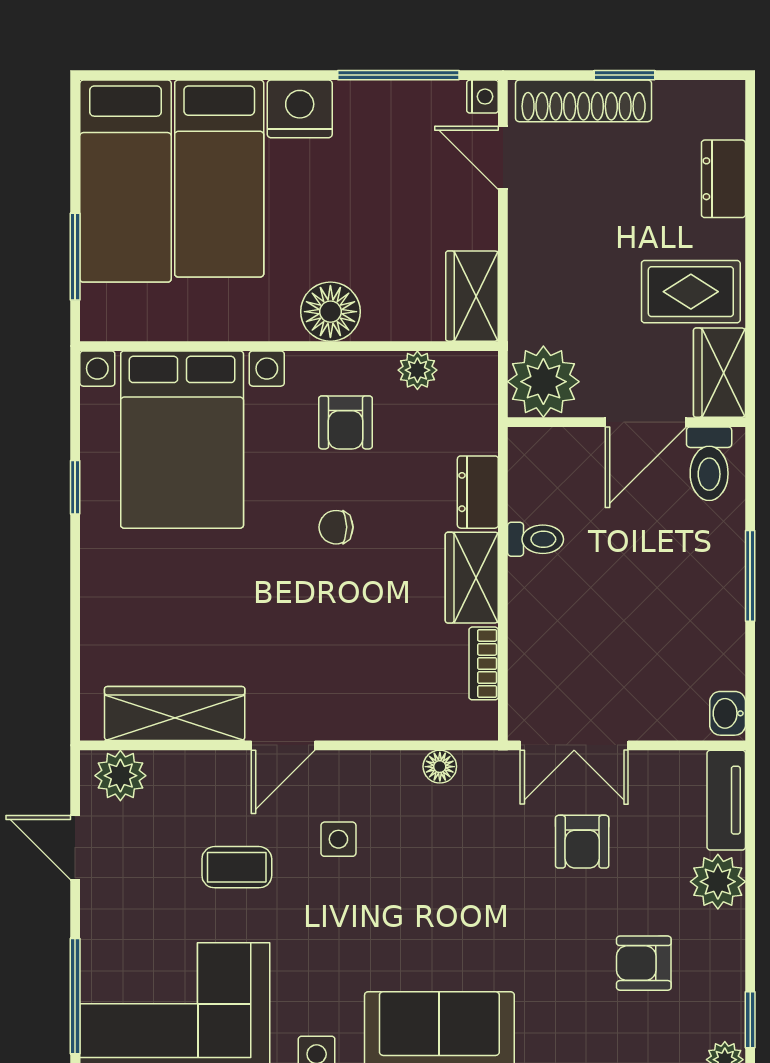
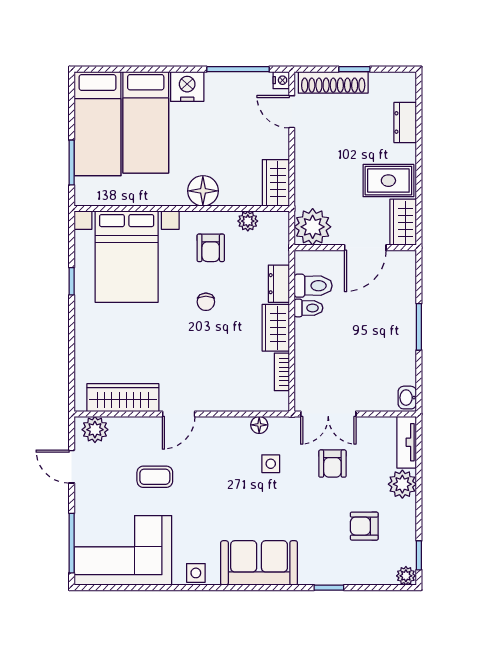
toilet: (709, 464) -> (313, 286), moved, turned -90
chair: (336, 527) -> (206, 302), turned -90
side table: (338, 839) -> (271, 464), moved

